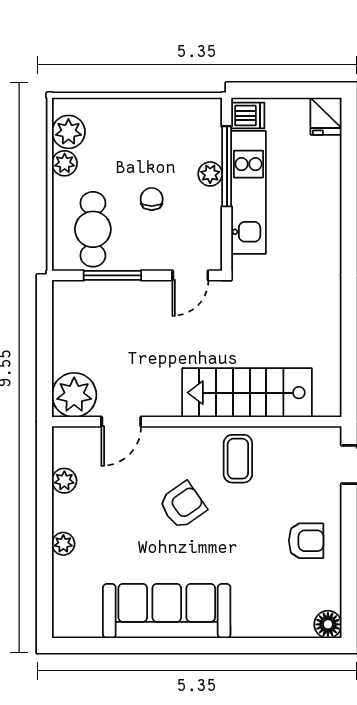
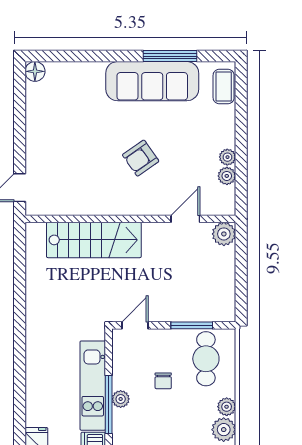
plant: (74, 395) -> (224, 234), width x0.73, depth x0.73
coffee table: (238, 459) -> (224, 86), moved
armchair: (306, 541) -> (51, 132), removed
plant: (63, 544) -> (227, 157), moved
window: (142, 646) -> (170, 56), added

